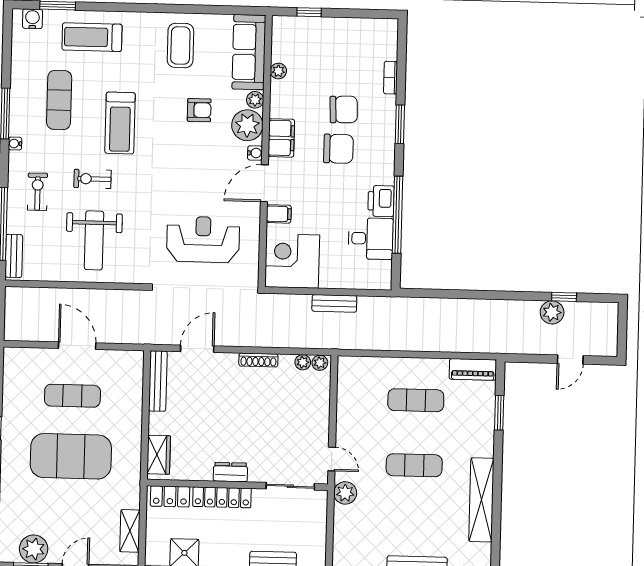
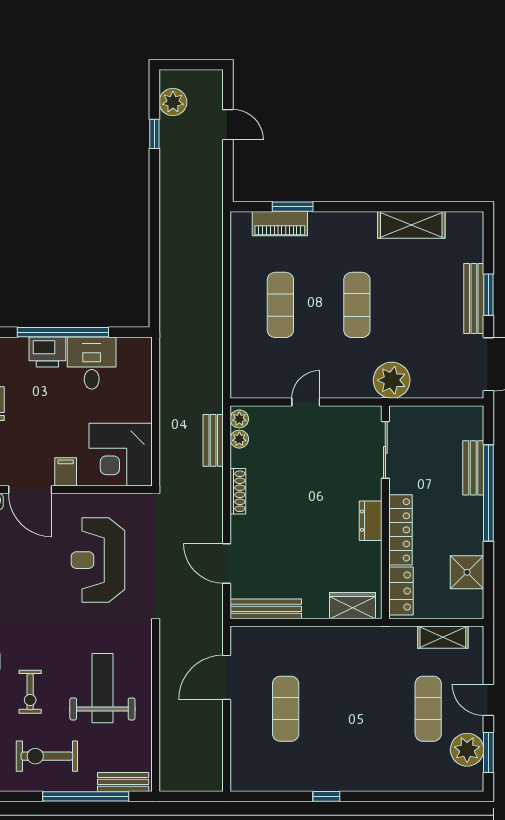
exercise bike: (37, 192) -> (47, 756), width x1.38, depth x1.39
weight bench: (94, 240) -> (102, 688), turned -90
bench: (334, 303) -> (213, 440), moved
plant: (552, 312) -> (173, 102), moved
door: (77, 346) -> (227, 677), moved
piano: (473, 369) -> (280, 224), moved, turned 90
exercise mat: (71, 456) -> (428, 709), moved, width x0.50, depth x0.69
door: (332, 459) -> (306, 402), moved
plant: (345, 493) -> (392, 380), width x1.36, depth x1.36
shelving: (481, 500) -> (411, 225), width x0.68

